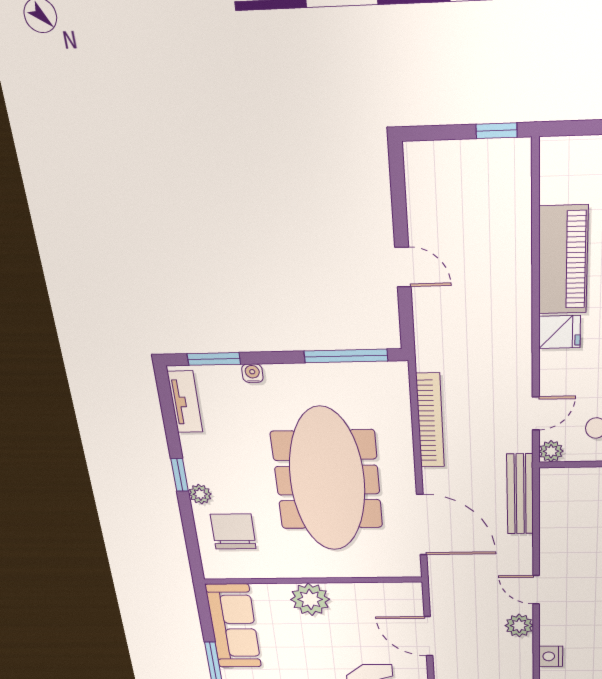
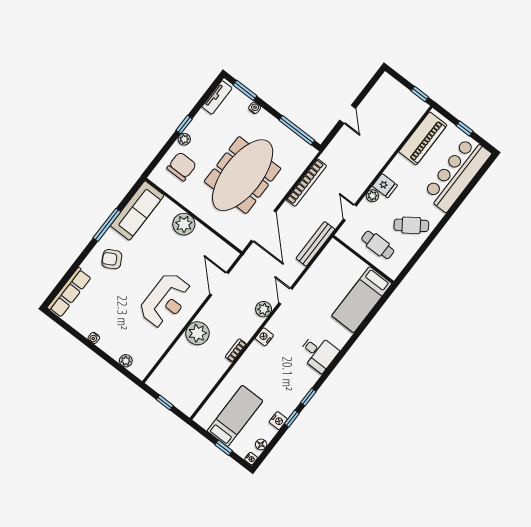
piano: (563, 260) -> (423, 138), moved
door: (536, 413) -> (350, 213), swing flipped
plant: (551, 451) -> (372, 196), moved

